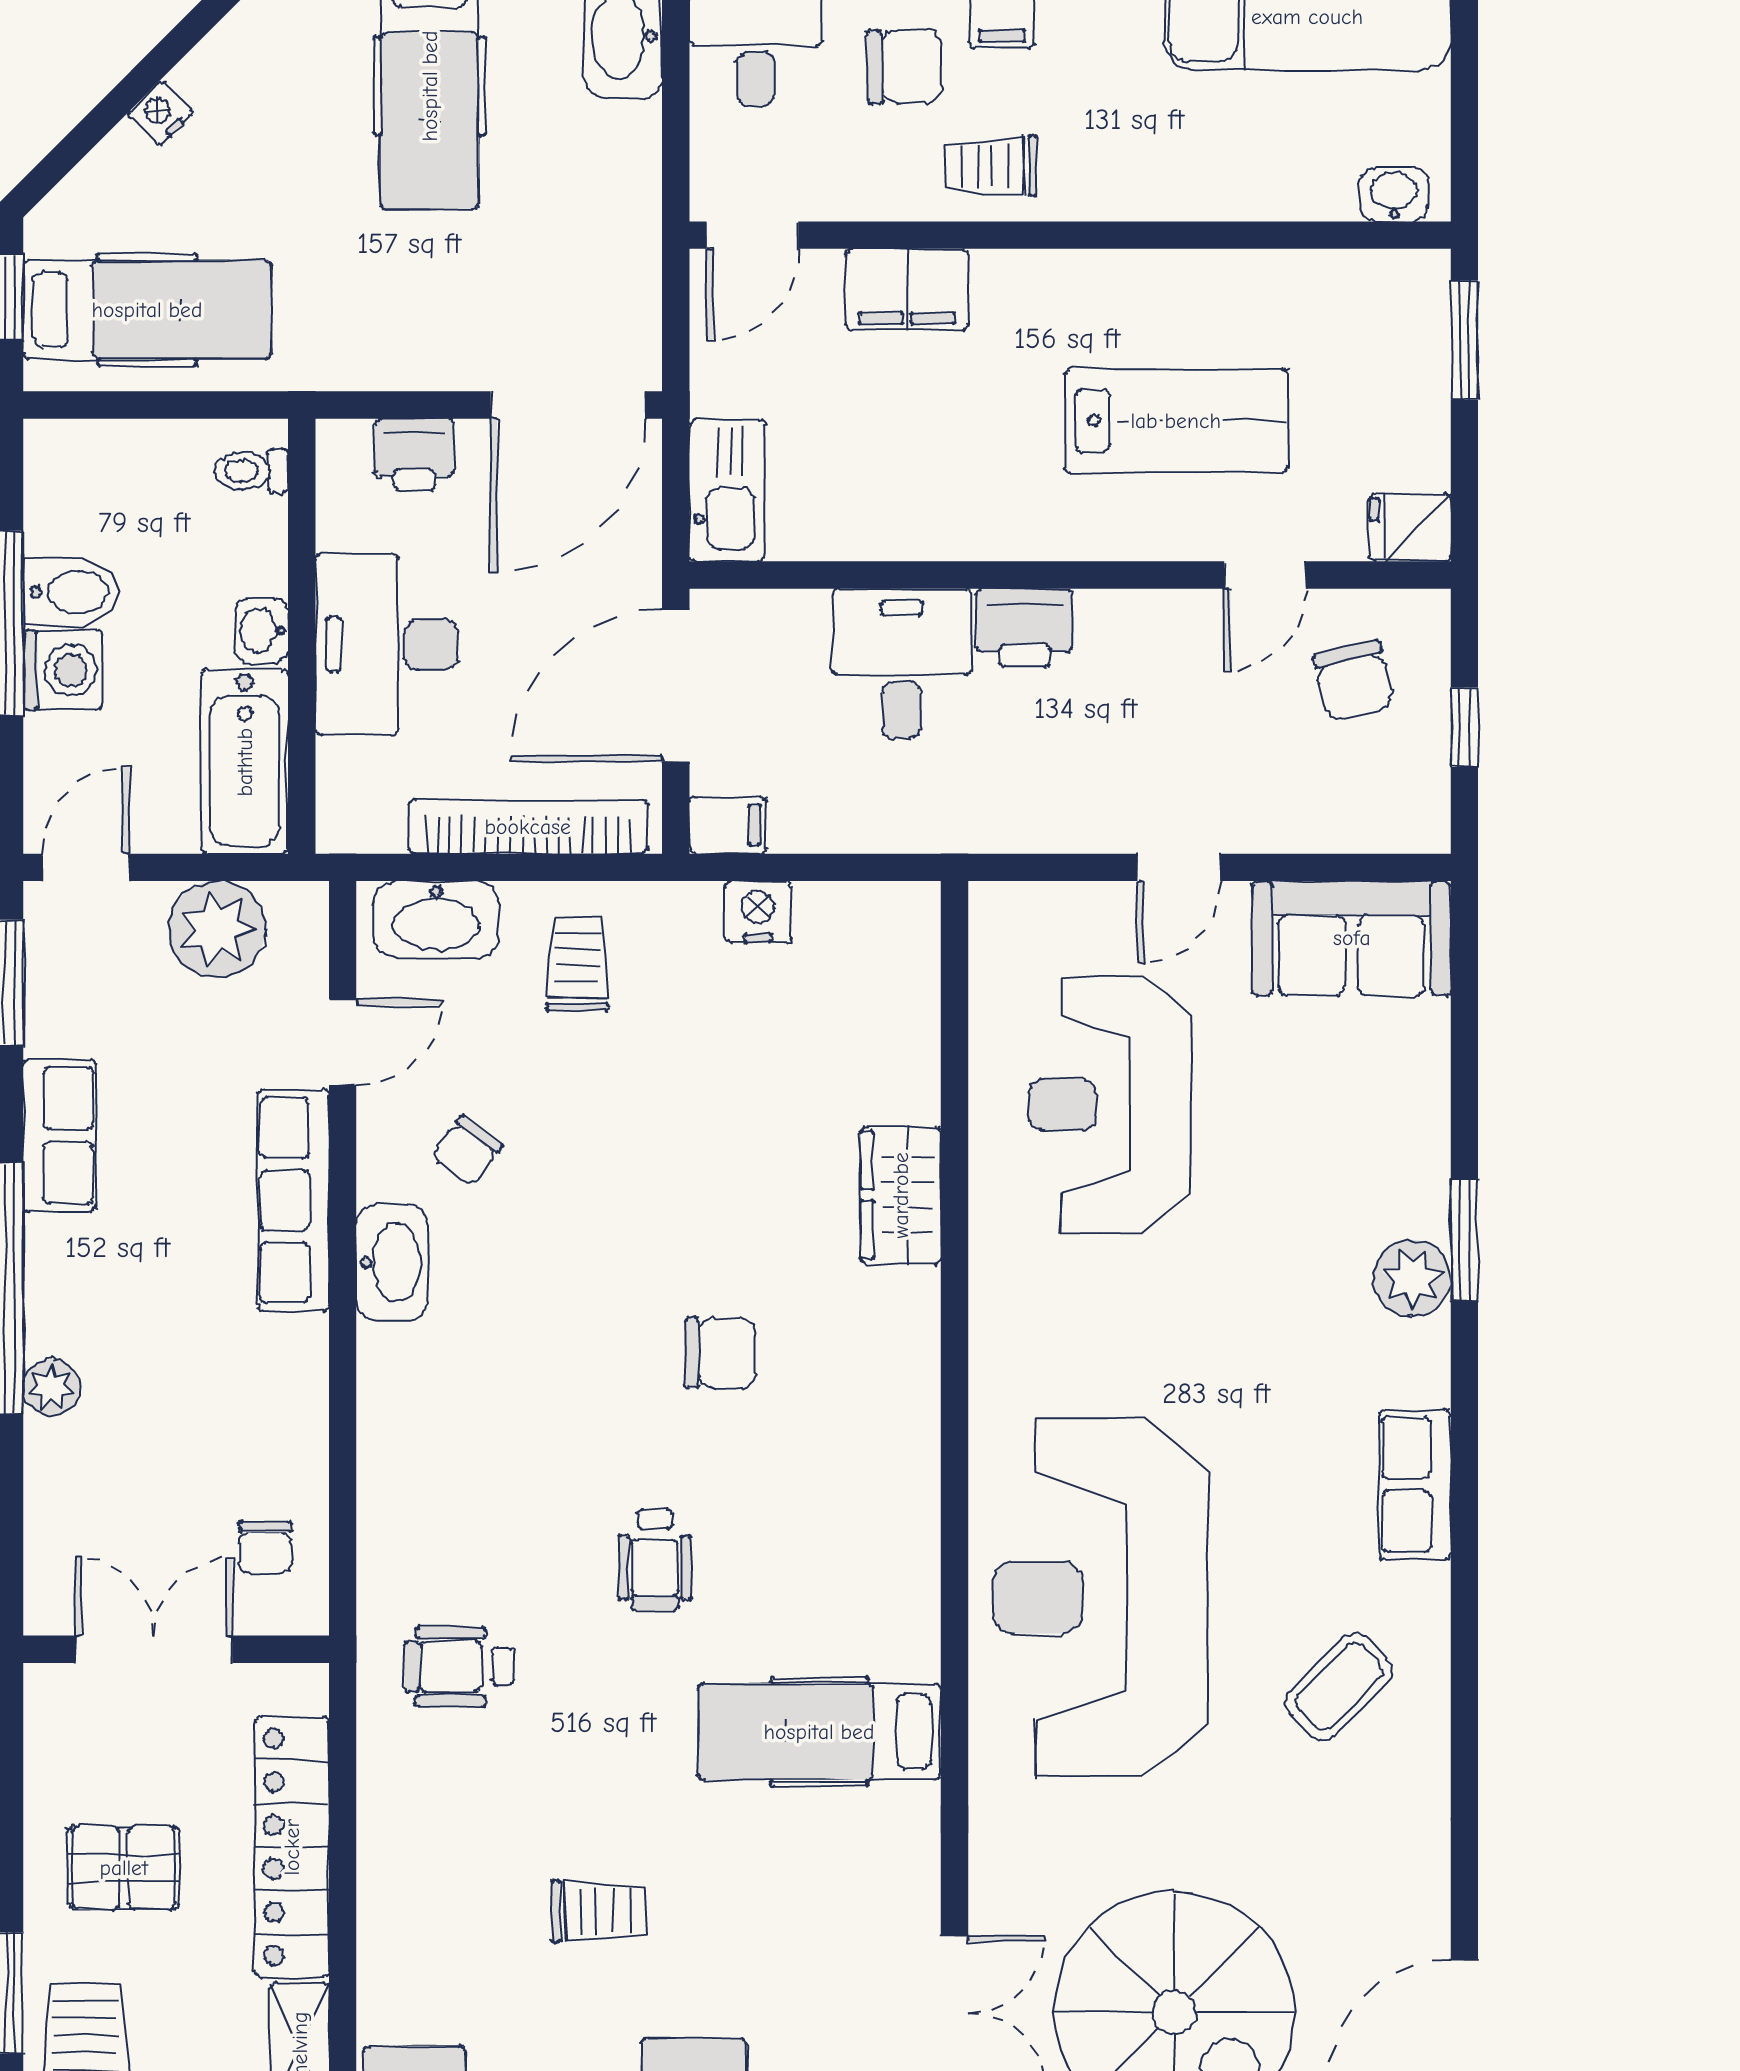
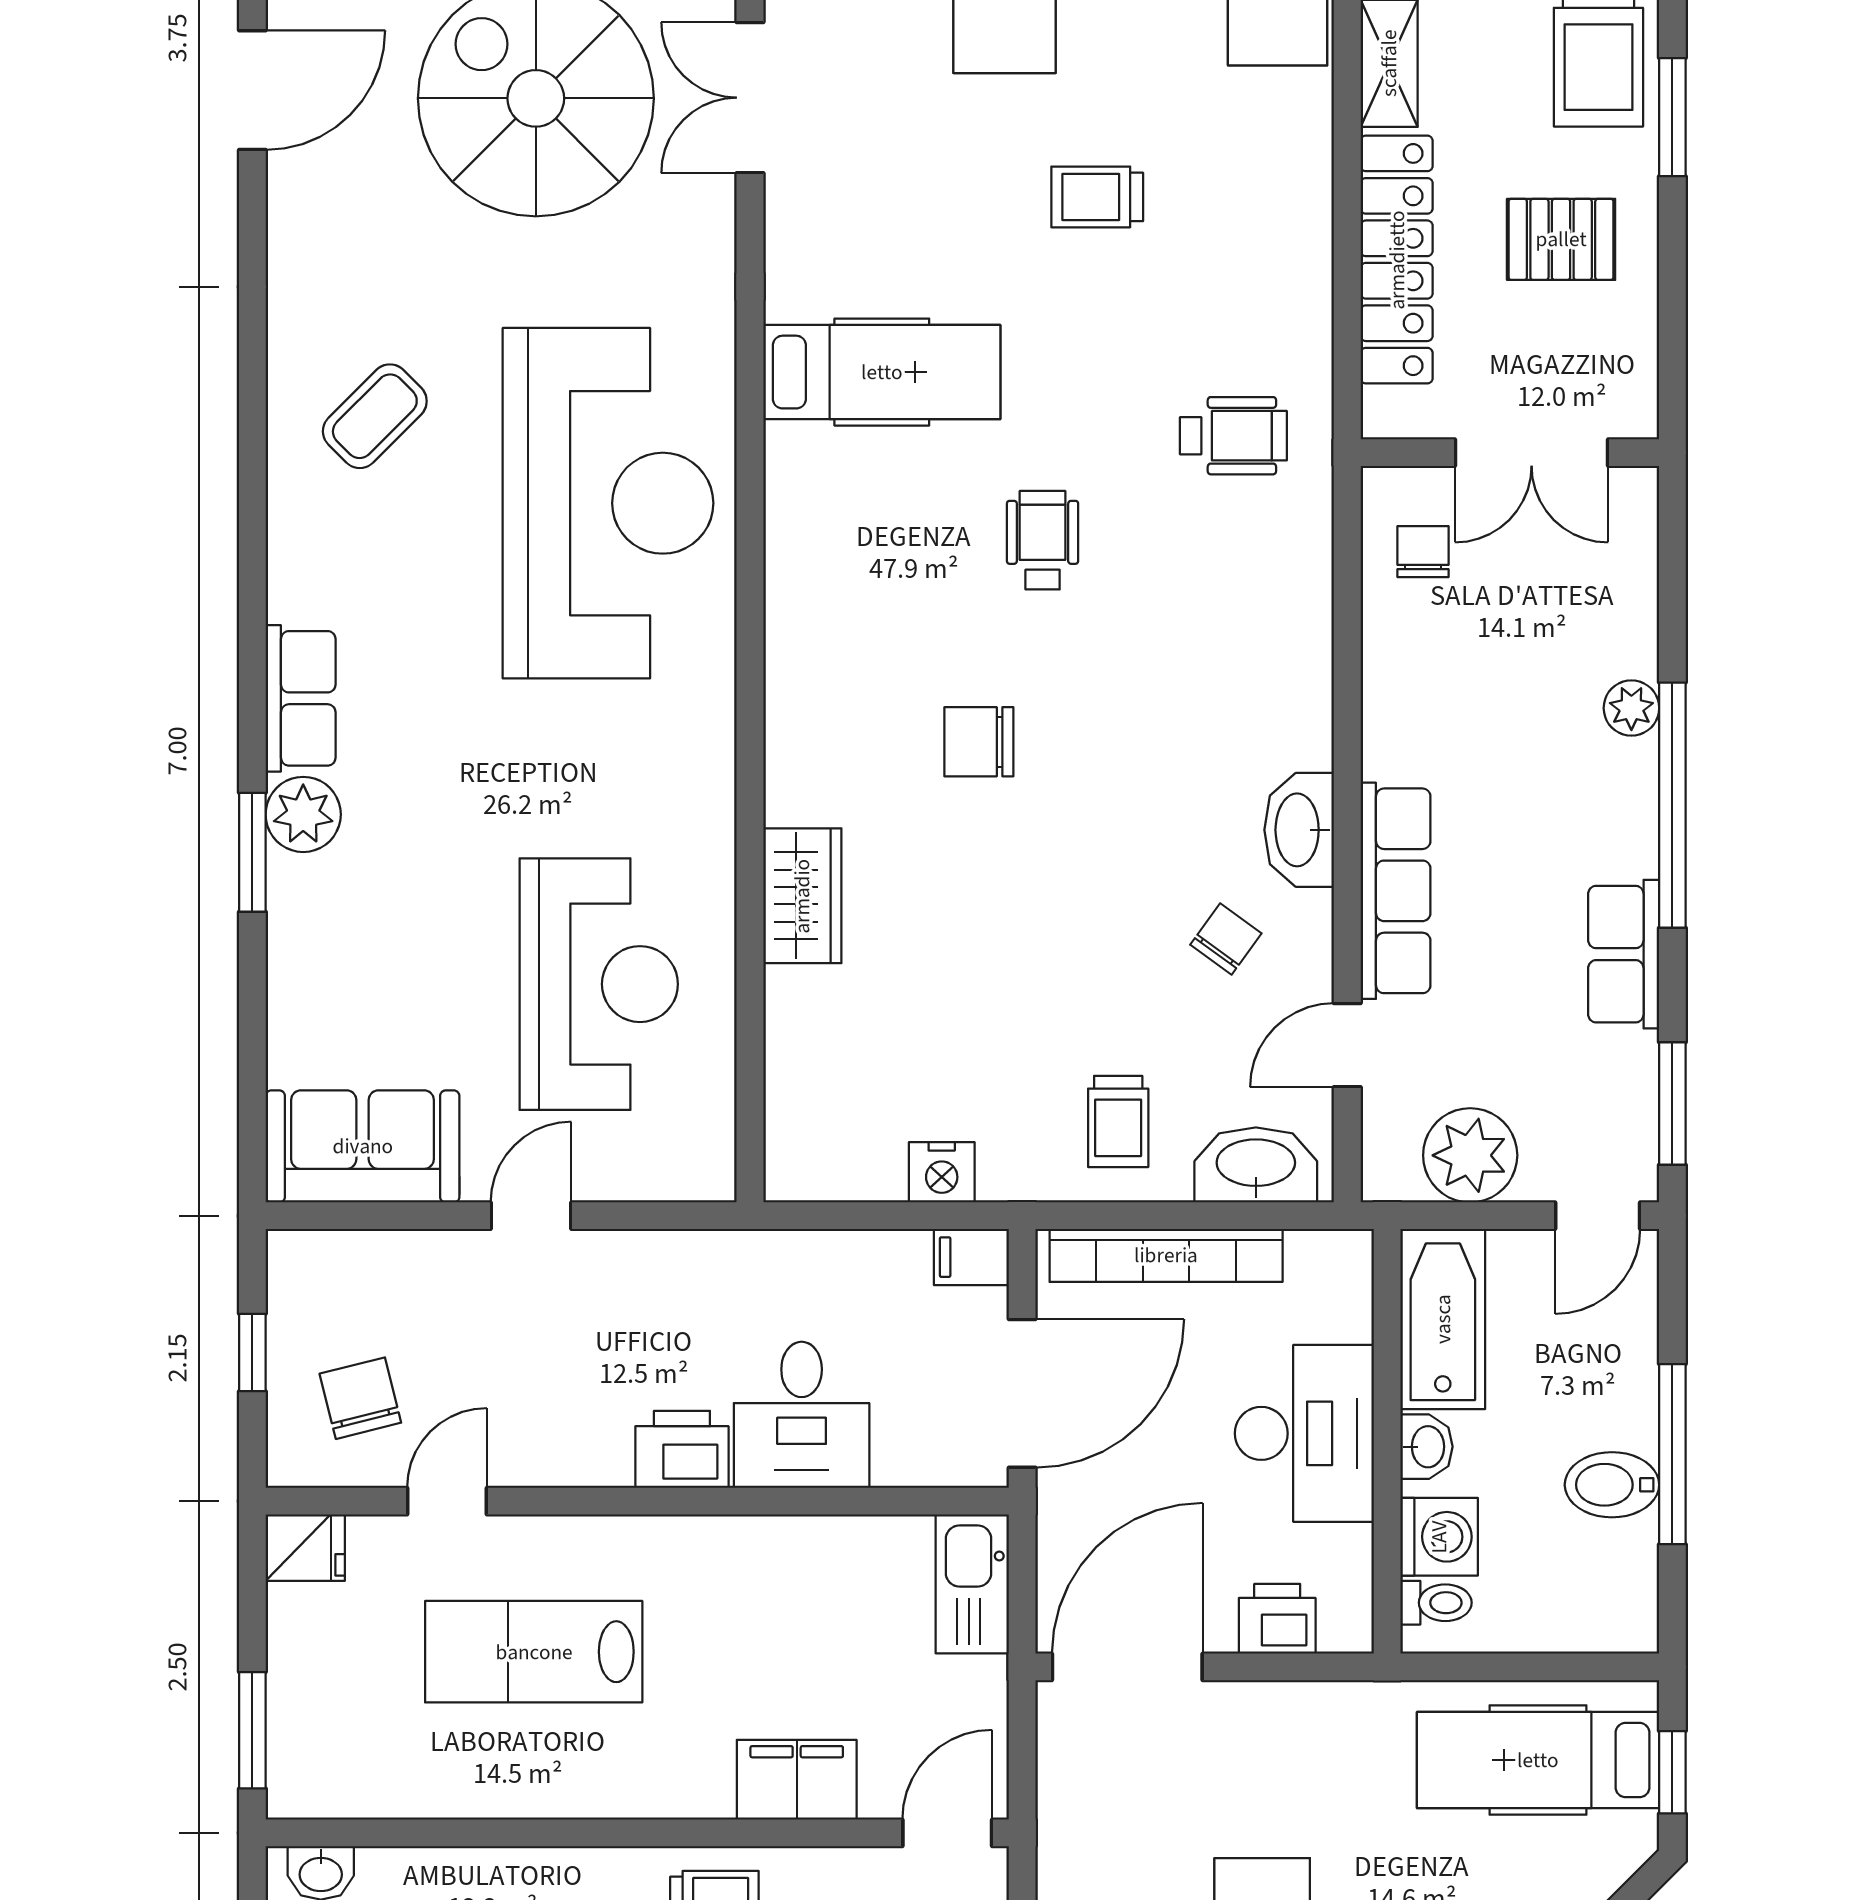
washing machine: (63, 670) -> (1439, 1537), moved, turned 180
row of seats: (1415, 1485) -> (301, 698), moved

